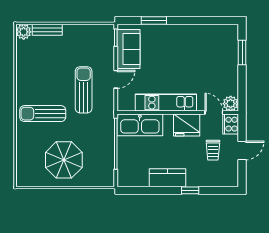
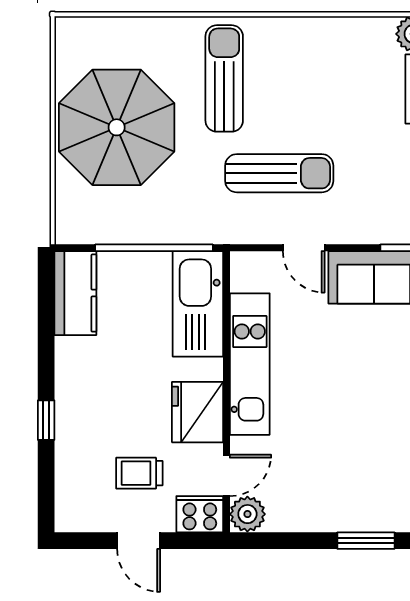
parasol: (64, 160) -> (117, 127), width x1.36, depth x1.36
kitchen counter: (167, 178) -> (75, 293), moved

